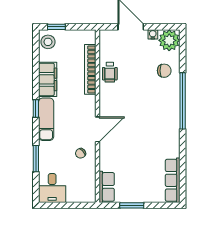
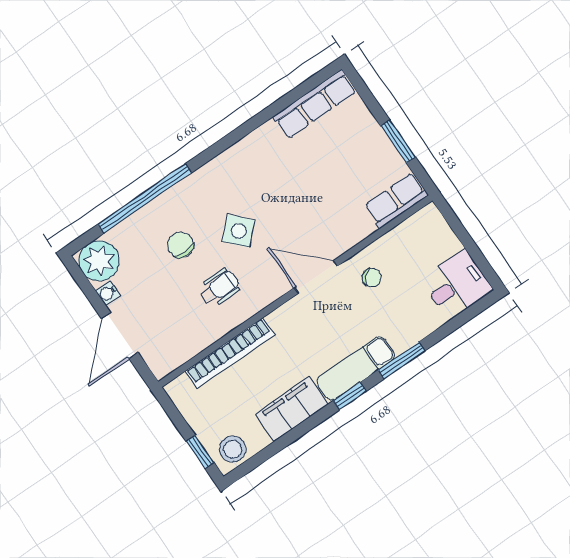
chair: (164, 71) -> (180, 245), moved
wheelchair: (110, 72) -> (219, 288), moved
window: (183, 101) -> (145, 198), moved
side table: (140, 110) -> (239, 231), added
window: (36, 159) -> (401, 360), moved

